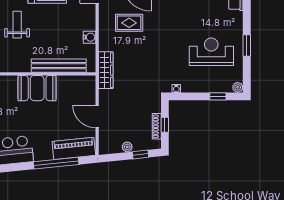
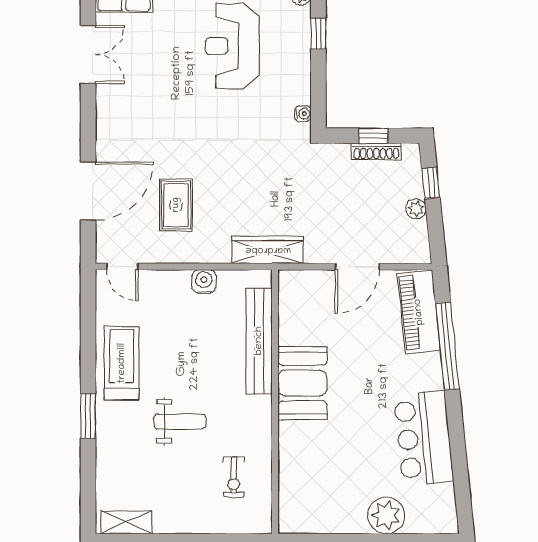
weight bench: (17, 25) -> (180, 422), turned 180

